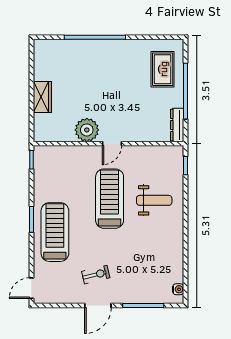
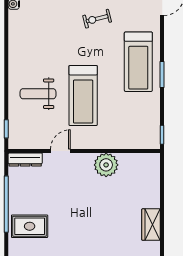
rug: (163, 69) -> (30, 226), turned 90
wardrobe: (42, 97) -> (151, 225), moved
dresser: (177, 125) -> (25, 160), moved, turned 90
door: (112, 144) -> (60, 151), moved

